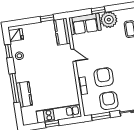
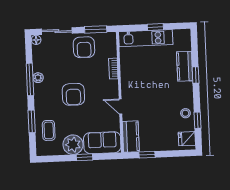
armchair: (104, 77) -> (73, 94), moved
window: (15, 88) -> (196, 75), width x0.46

